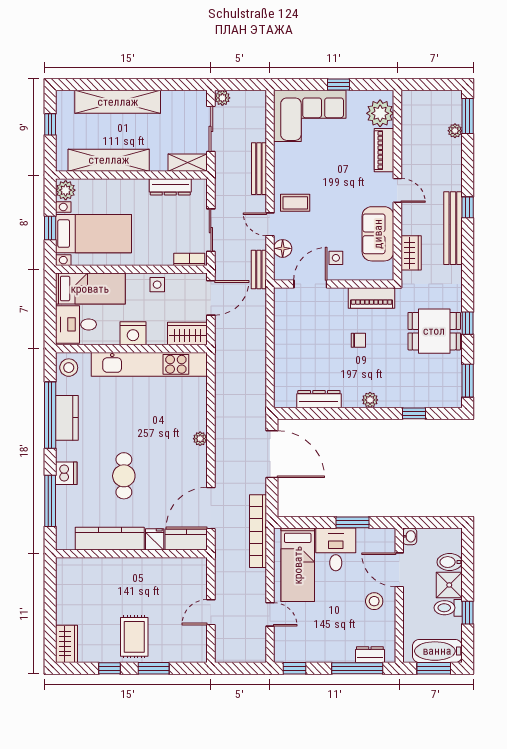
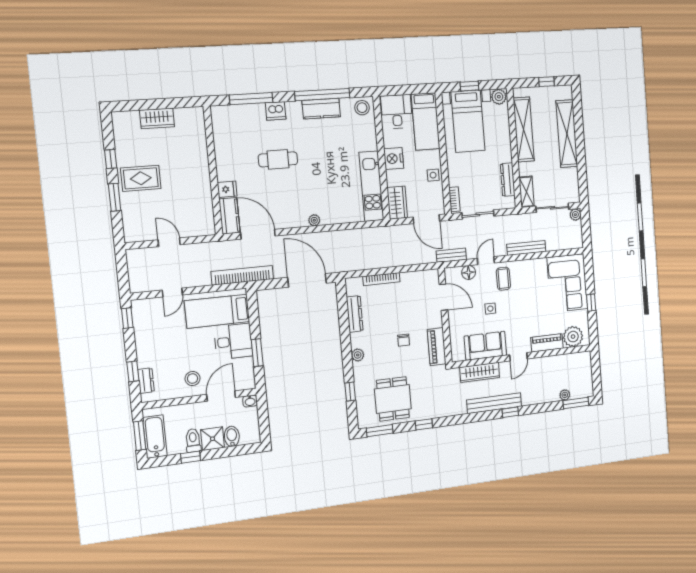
wardrobe: (411, 253) -> (480, 372), width x1.50
side table: (336, 258) -> (490, 309), moved
dining table: (434, 331) -> (393, 399), moved
bookcase: (280, 362) -> (381, 279), added
kitchen unit: (149, 364) -> (371, 186), width x0.73
door: (272, 454) -> (307, 280), swing flipped
kitchen counter: (110, 539) -> (224, 151), removed
wardrobe: (67, 644) -> (157, 118), moved
window: (357, 668) -> (133, 371), width x0.46

